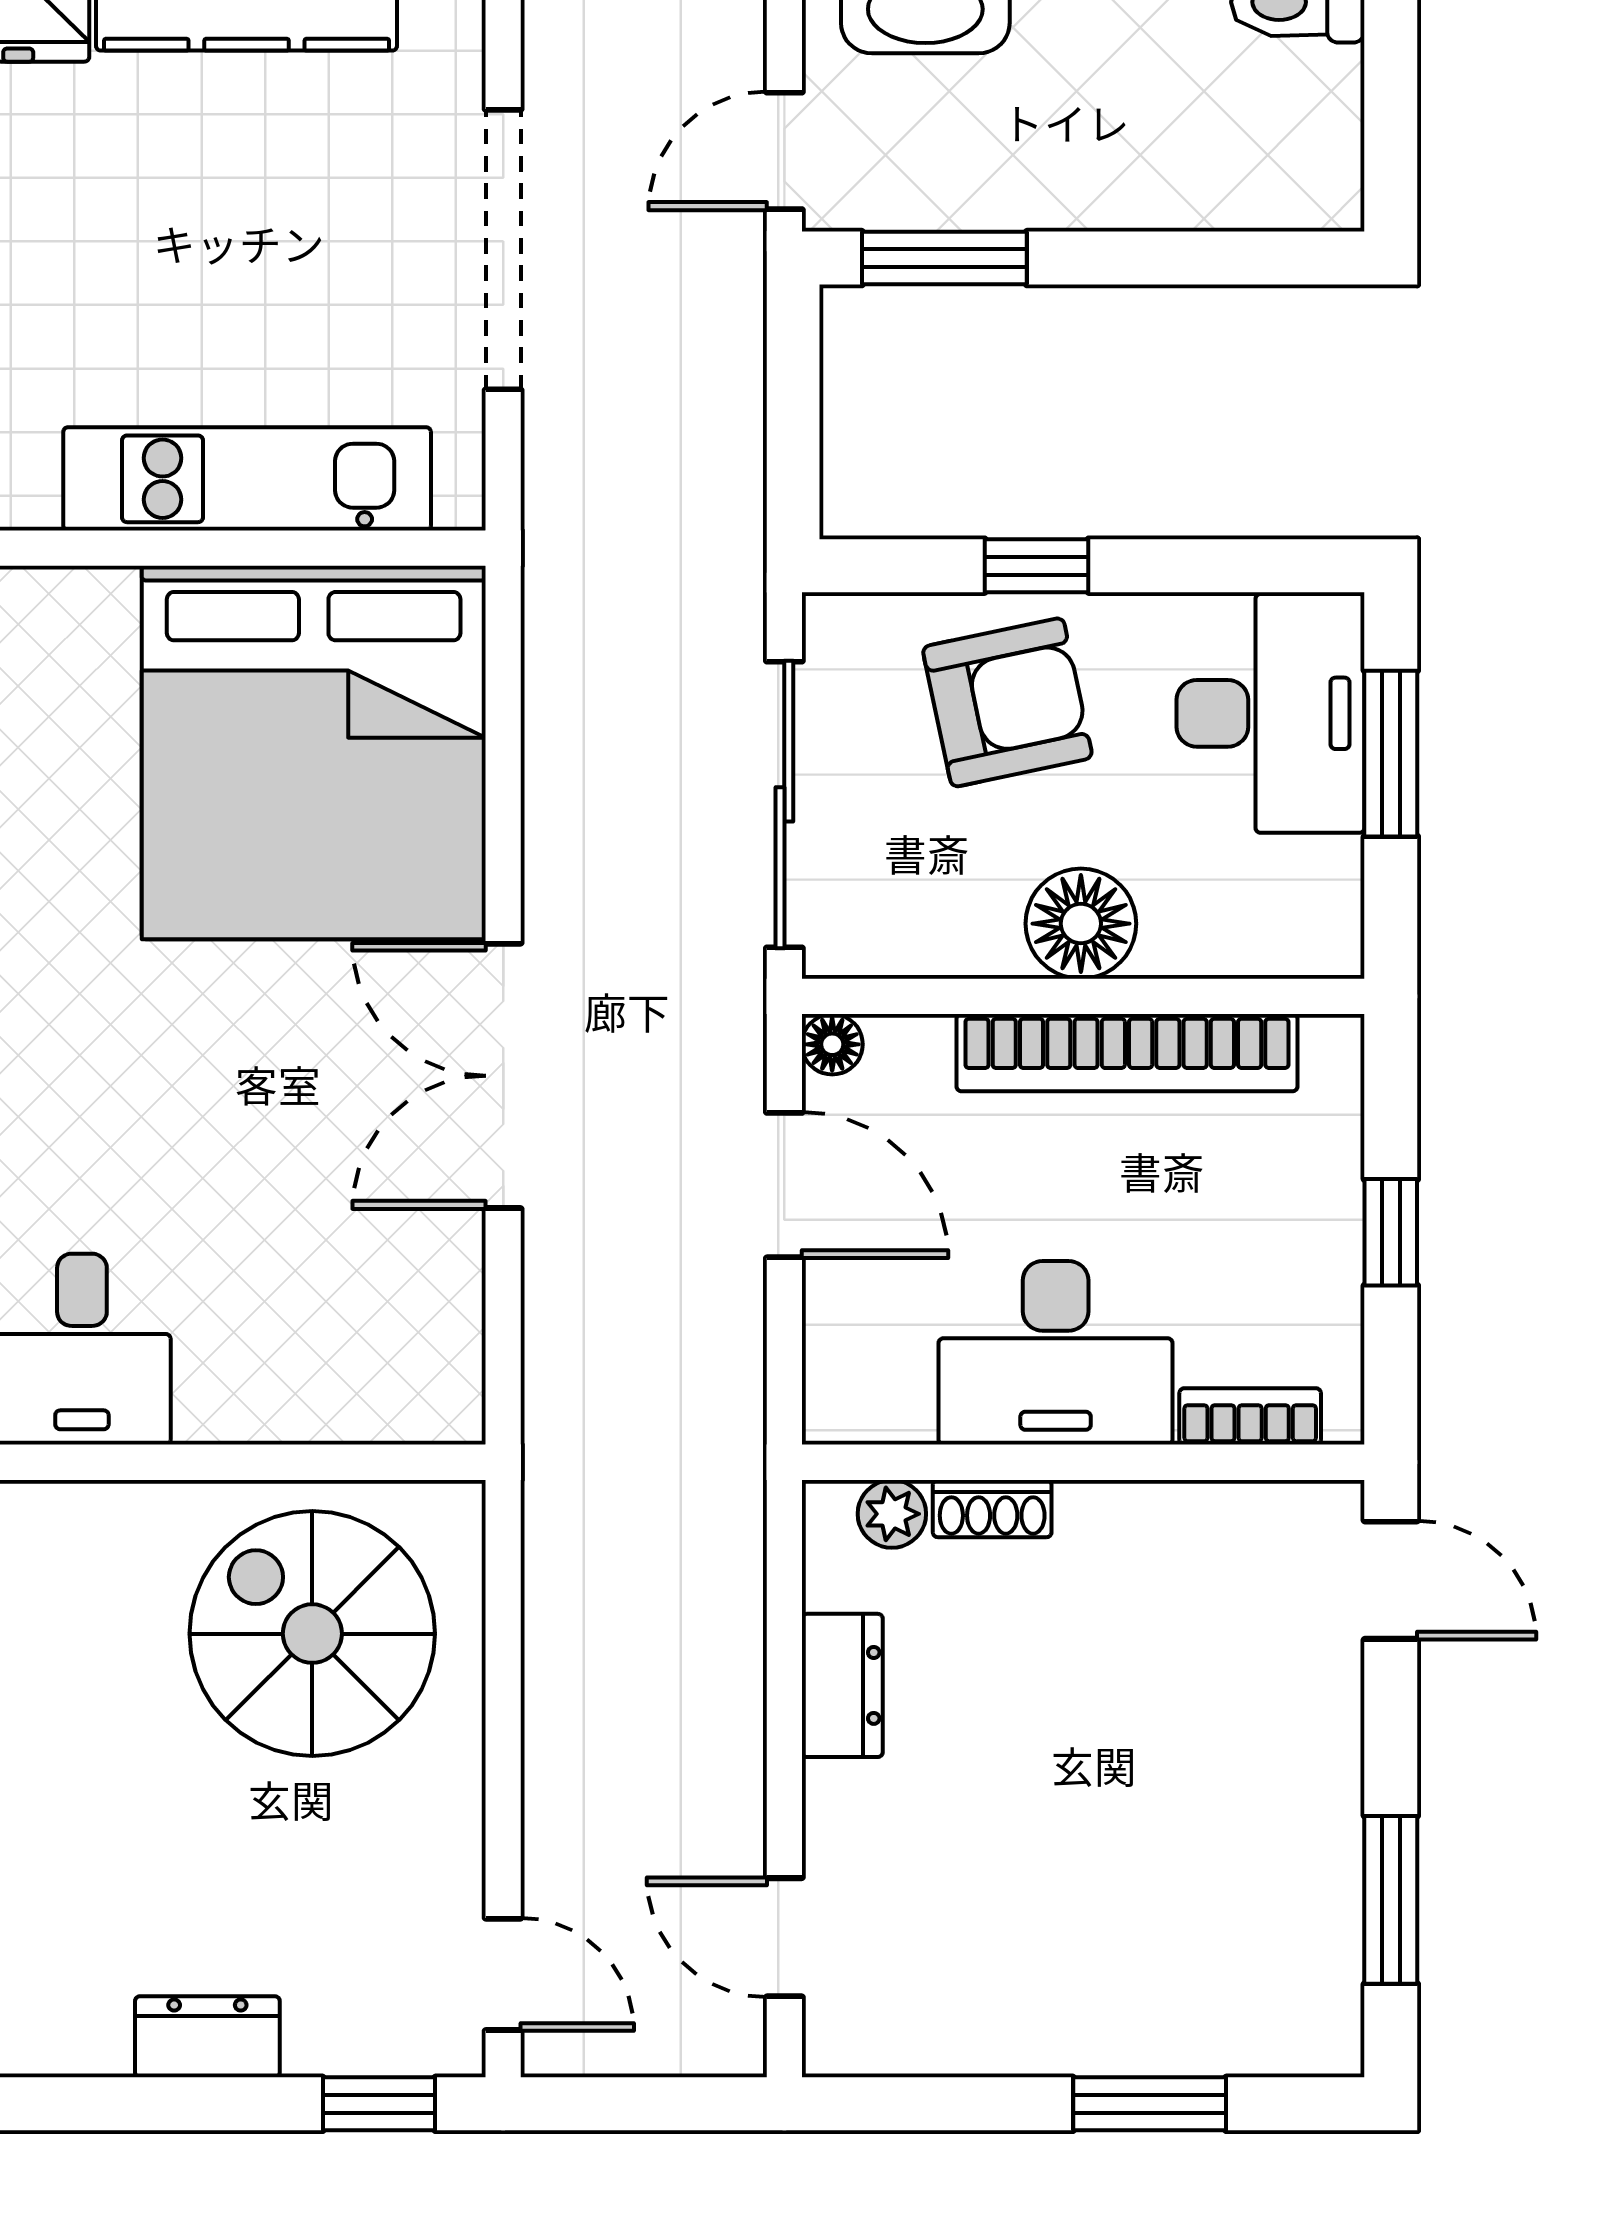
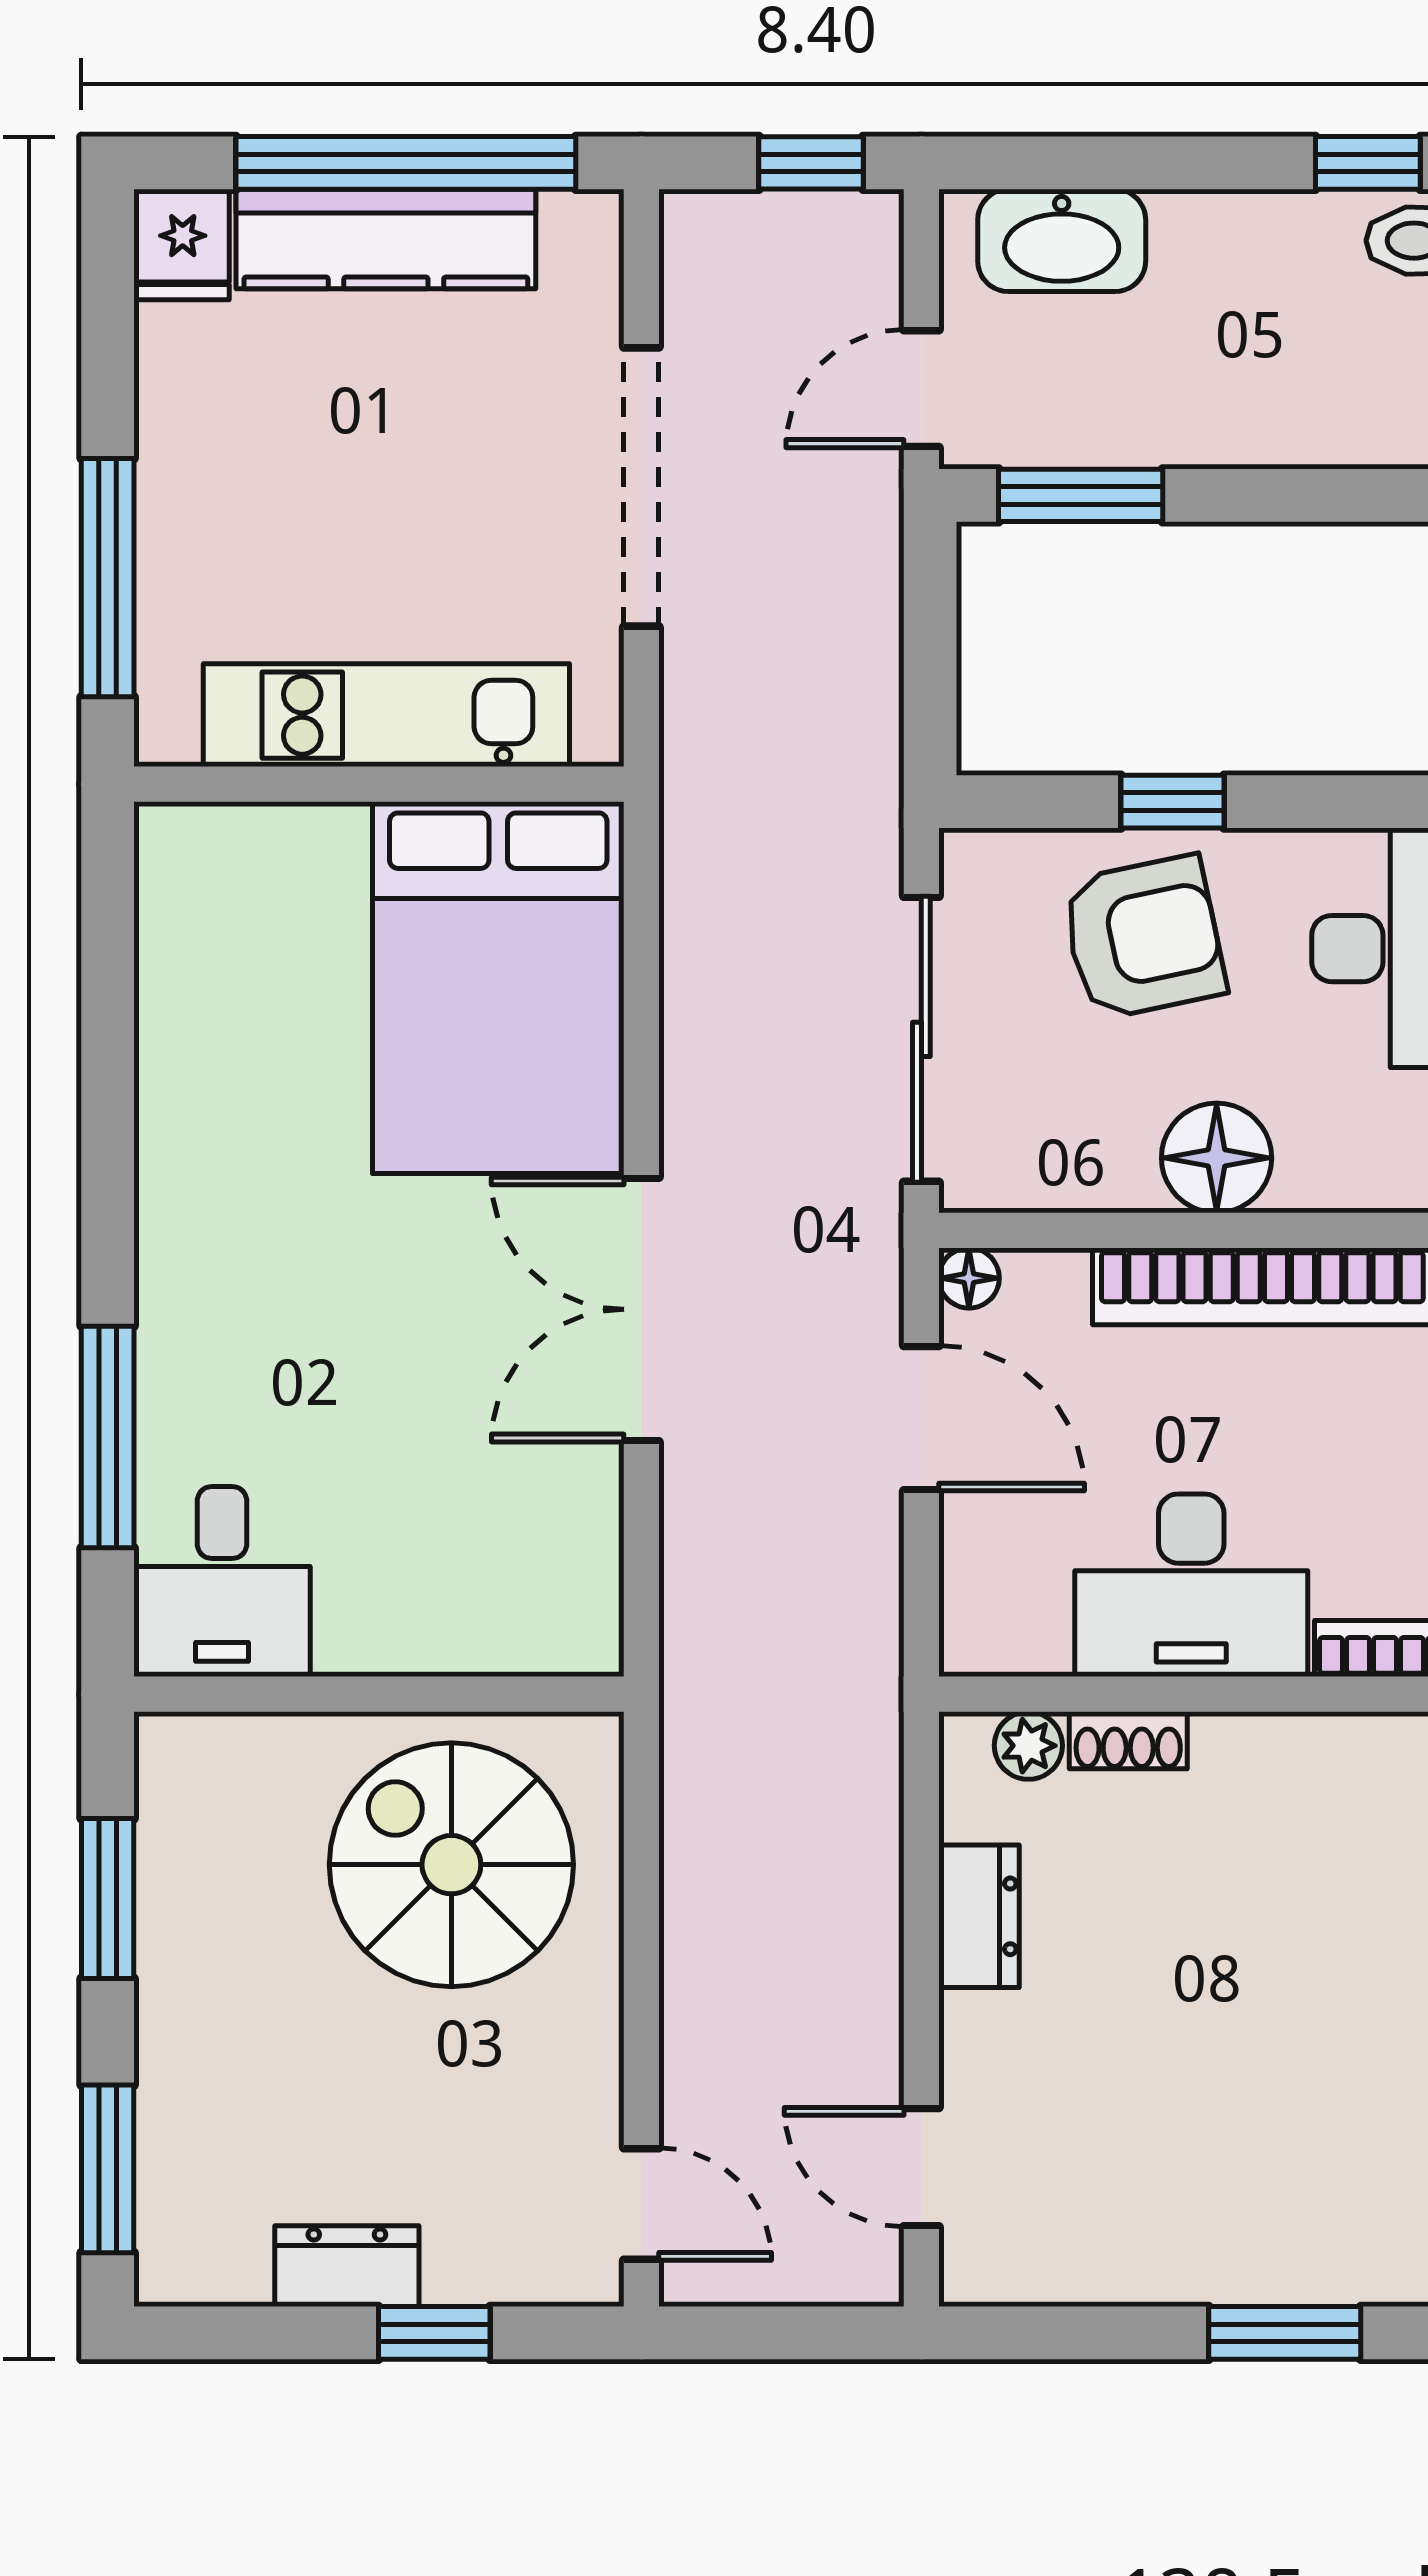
bed: (314, 753) -> (498, 988), width x0.73
window: (379, 2104) -> (434, 2333), moved

